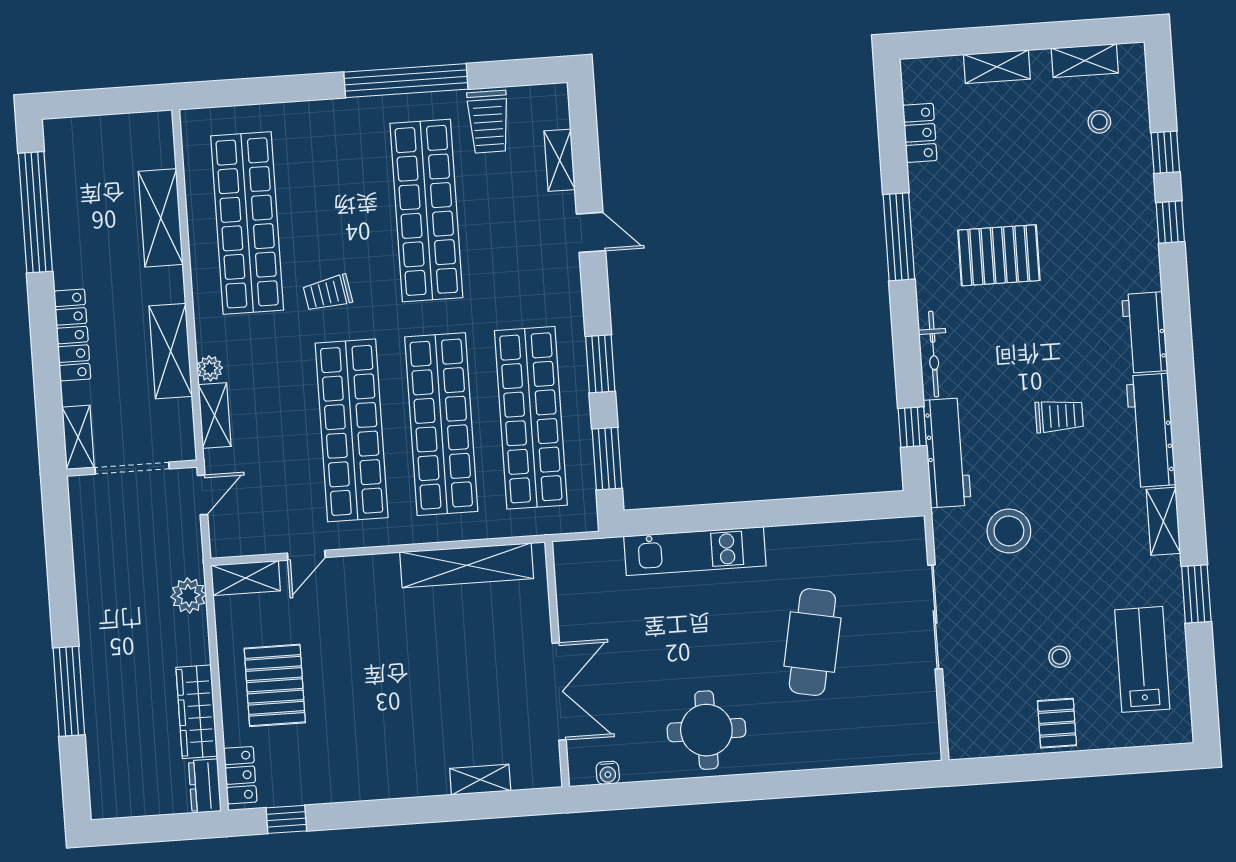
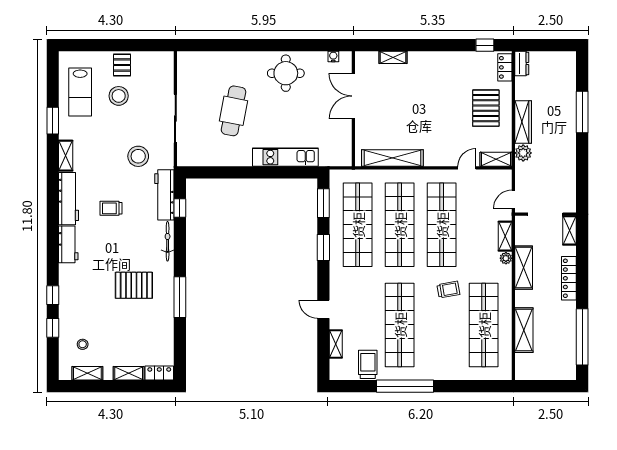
locker: (920, 133) -> (159, 373), moved, turned 90
stool: (1060, 657) -> (119, 96), width x1.89, depth x1.89
wardrobe: (197, 712) -> (523, 122), moved

